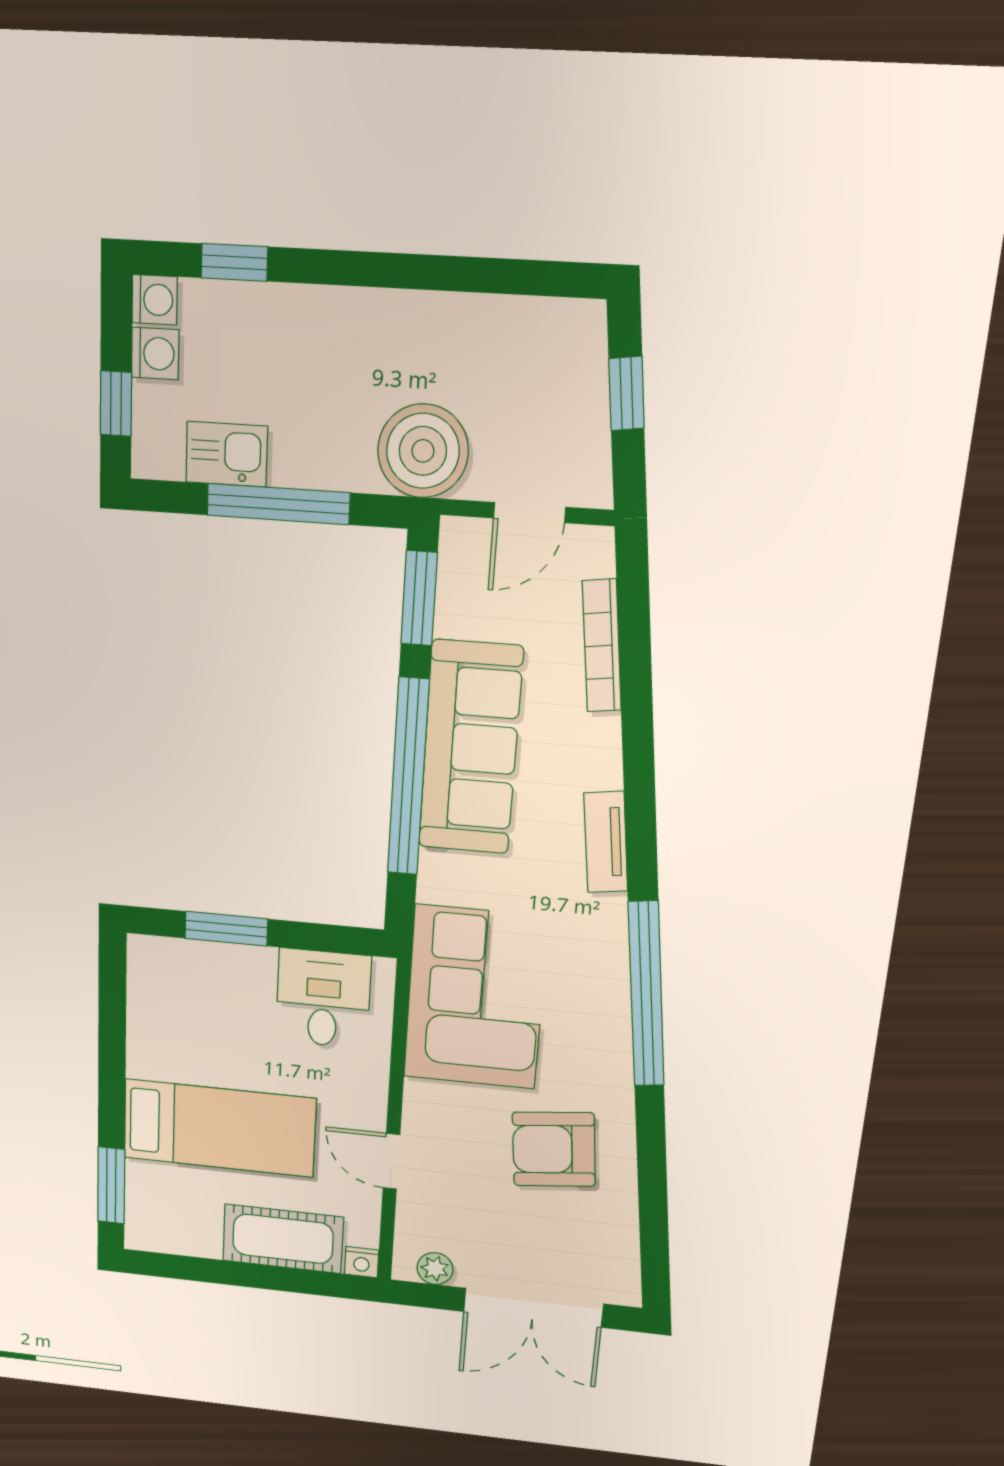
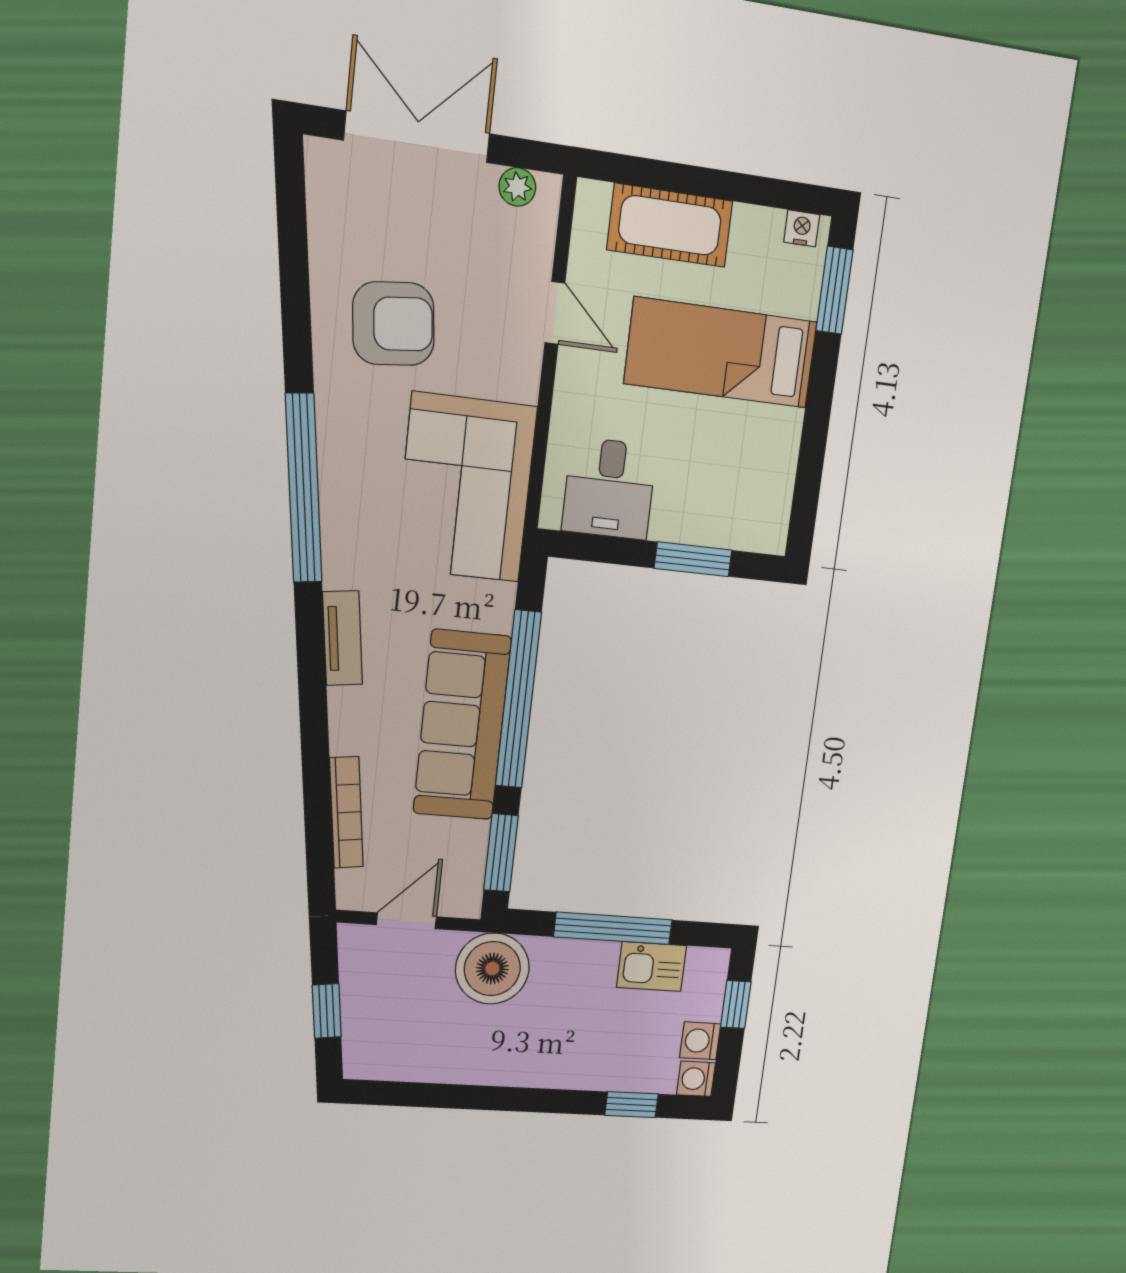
nightstand: (362, 1262) -> (802, 228), moved

